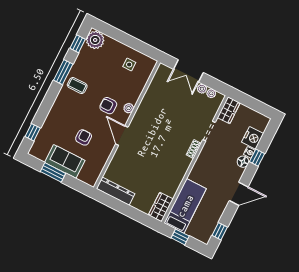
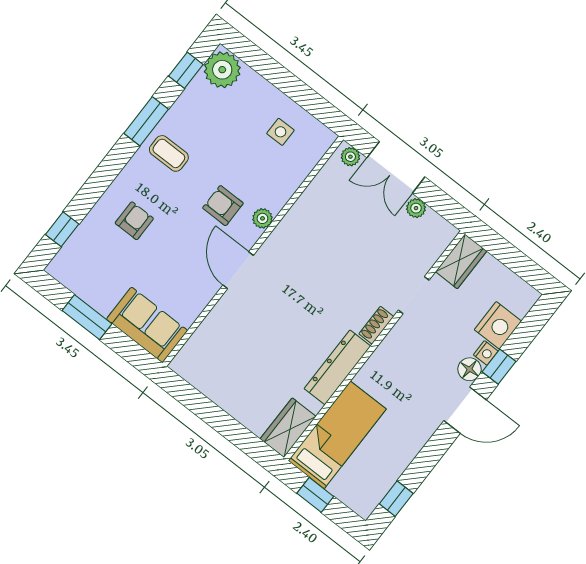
plant: (211, 93) -> (350, 157), moved
armchair: (84, 137) -> (134, 221), moved
sofa: (65, 161) -> (147, 325), moved
dresser: (116, 191) -> (338, 367), moved, turned -90
door: (239, 194) -> (465, 410), moved

